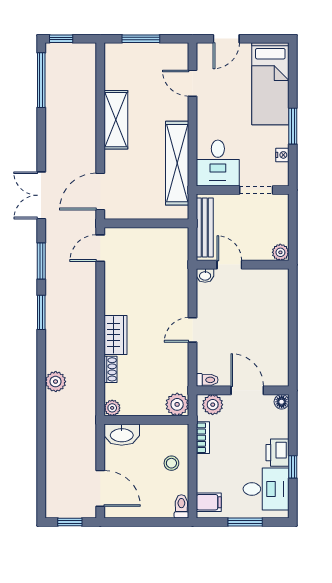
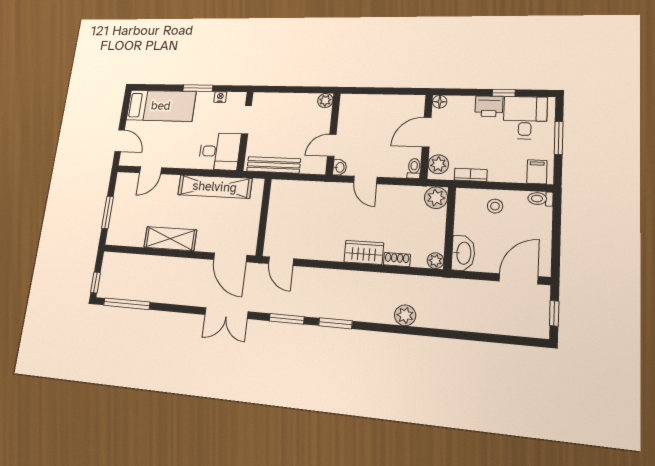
plant: (280, 252) -> (325, 101), moved
door: (229, 265) -> (332, 145), moved
wall: (243, 265) -> (333, 134), moved
washbasin: (205, 276) -> (340, 167), moved

